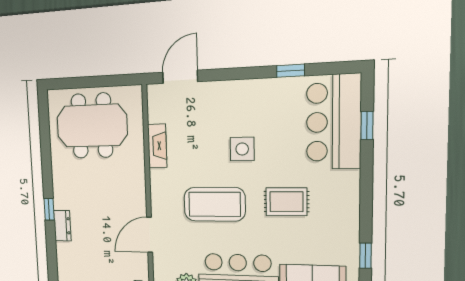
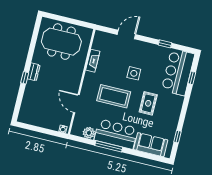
door: (180, 77) -> (126, 35), moved
rug: (286, 202) -> (148, 103), turned 90
dresser: (62, 226) -> (34, 72), moved
door: (150, 235) -> (76, 104), hinge flipped

